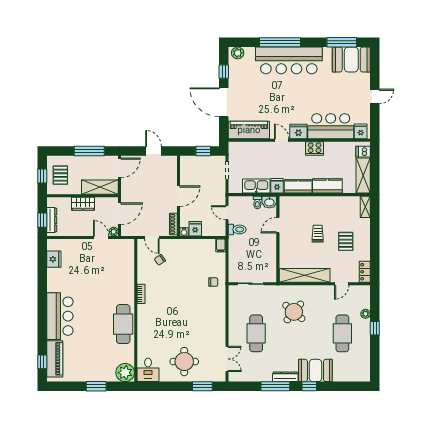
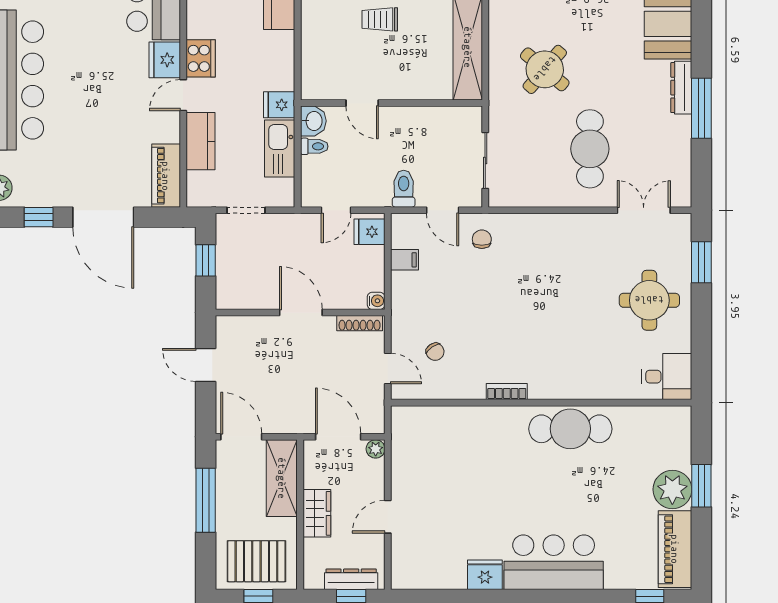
door: (224, 102) -> (103, 217), hinge flipped
piano: (249, 130) -> (166, 176), width x0.73, depth x0.75
cooker: (315, 149) -> (201, 58), moved
door: (154, 151) -> (206, 365), hinge flipped
pallet: (60, 175) -> (256, 561), width x1.50, depth x1.42
kitchen counter: (298, 186) -> (200, 141), moved, turned 180
fridge: (195, 229) -> (369, 232), moved
toilet: (237, 229) -> (404, 189), moved
door: (101, 237) -> (388, 517), moved
door: (152, 237) -> (388, 369), hinge flipped
filing cabinet: (221, 245) -> (405, 260), moved
fridge: (54, 259) -> (485, 575), moved
door: (227, 263) -> (443, 210), added
cafe table: (256, 333) -> (590, 149), turned 90
piano: (55, 359) -> (675, 549), moved, turned -90
plant: (125, 373) -> (672, 489), moved
window: (309, 386) -> (701, 37), removed

